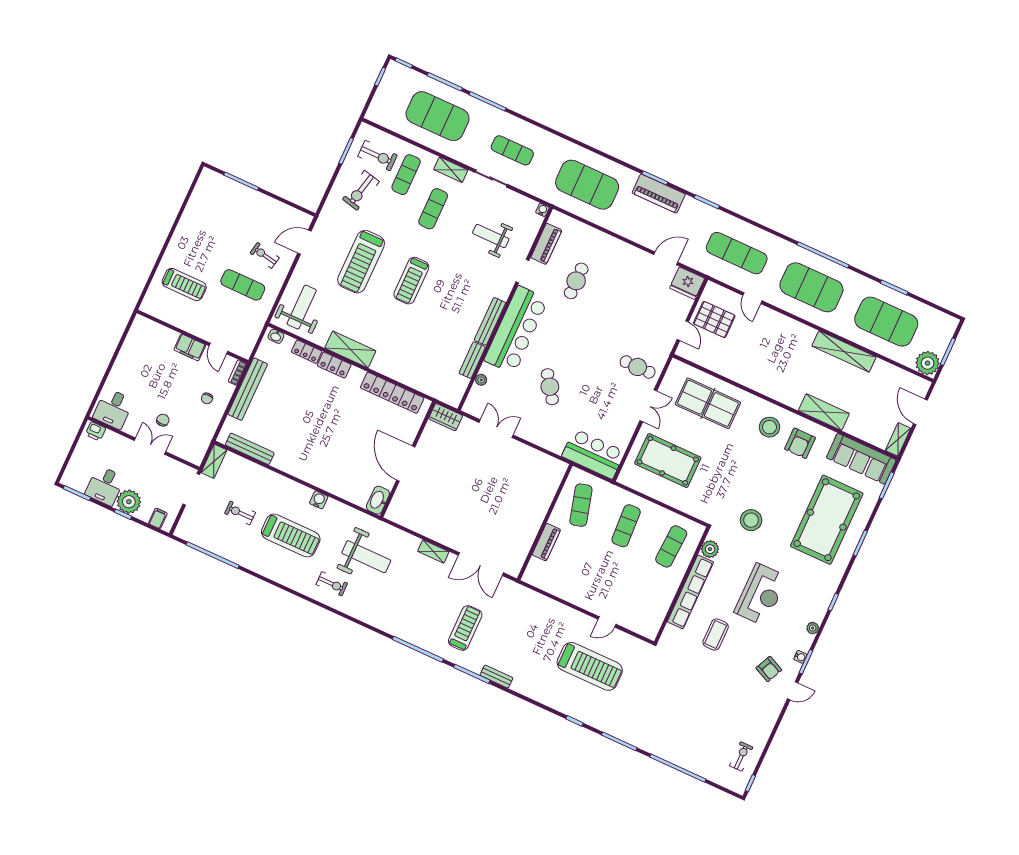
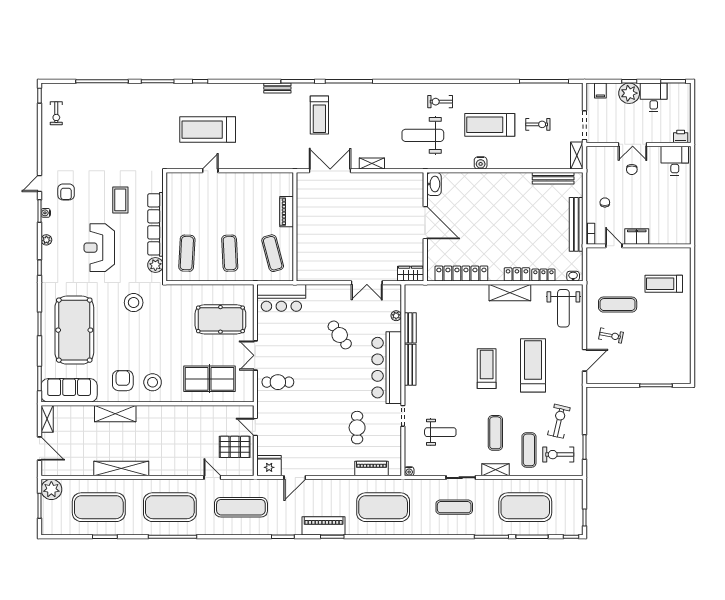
piano: (546, 244) -> (372, 469), moved, turned 90
armchair: (769, 669) -> (66, 192), turned -115

